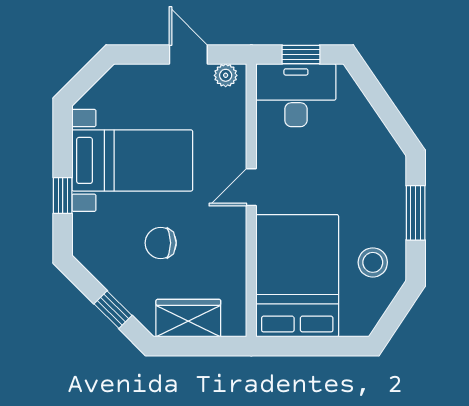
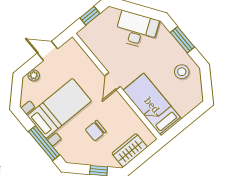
plant: (226, 75) -> (34, 75), moved
desk: (296, 95) -> (137, 30), moved, turned 56
window: (63, 196) -> (44, 143), width x2.17
bed: (297, 276) -> (152, 105), width x0.67

